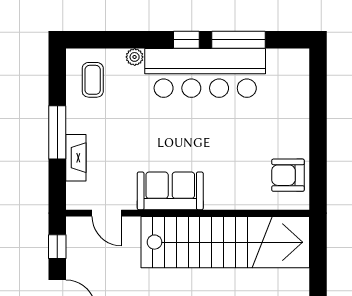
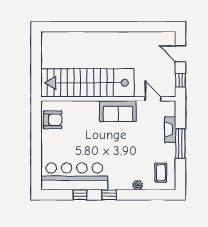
window: (238, 40) -> (80, 195), width x0.46
bar counter: (205, 73) -> (74, 176), moved

